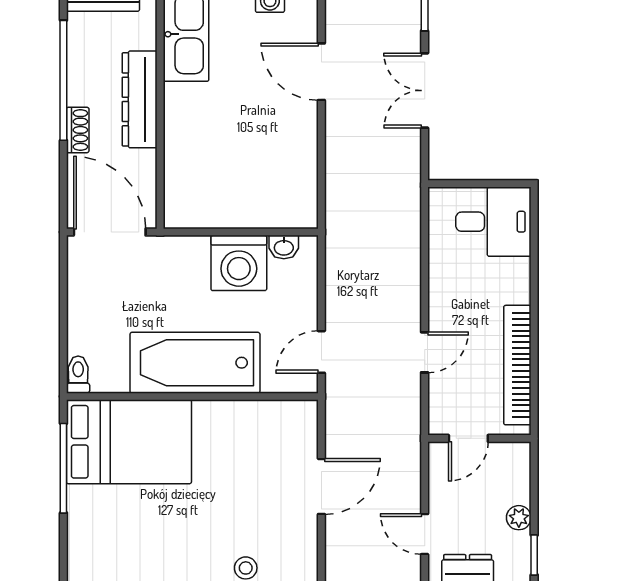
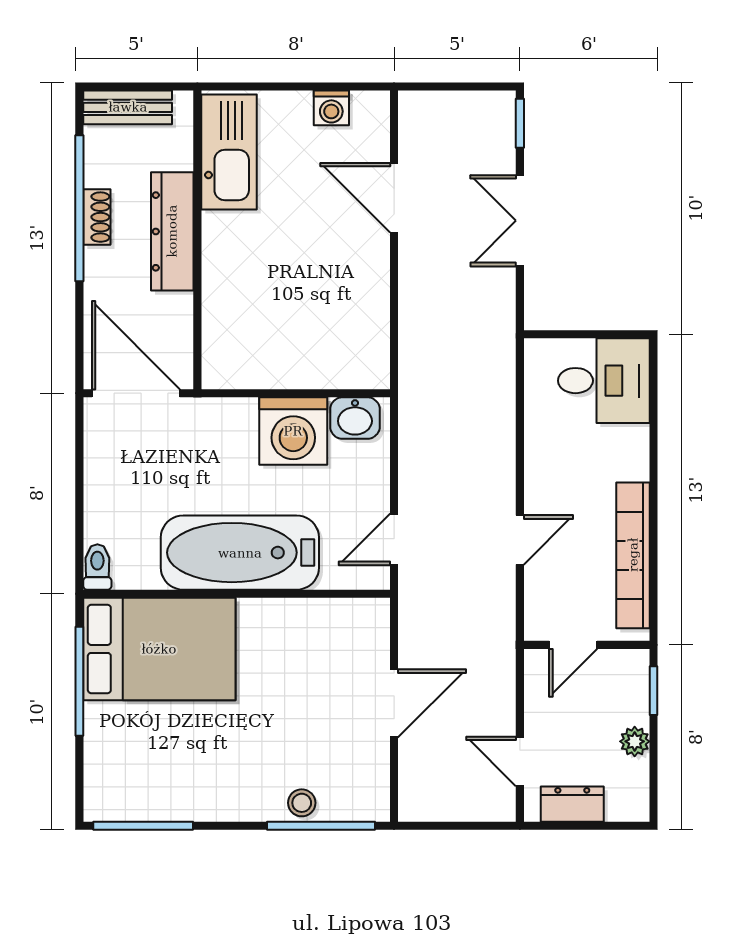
shoe rack: (78, 130) -> (97, 217), moved
washbasin: (284, 247) -> (355, 418), width x1.38, depth x1.45
window: (534, 555) -> (654, 691), moved

